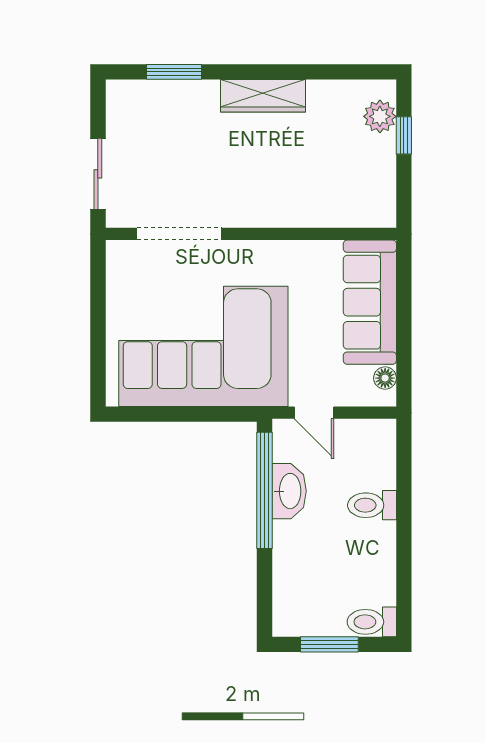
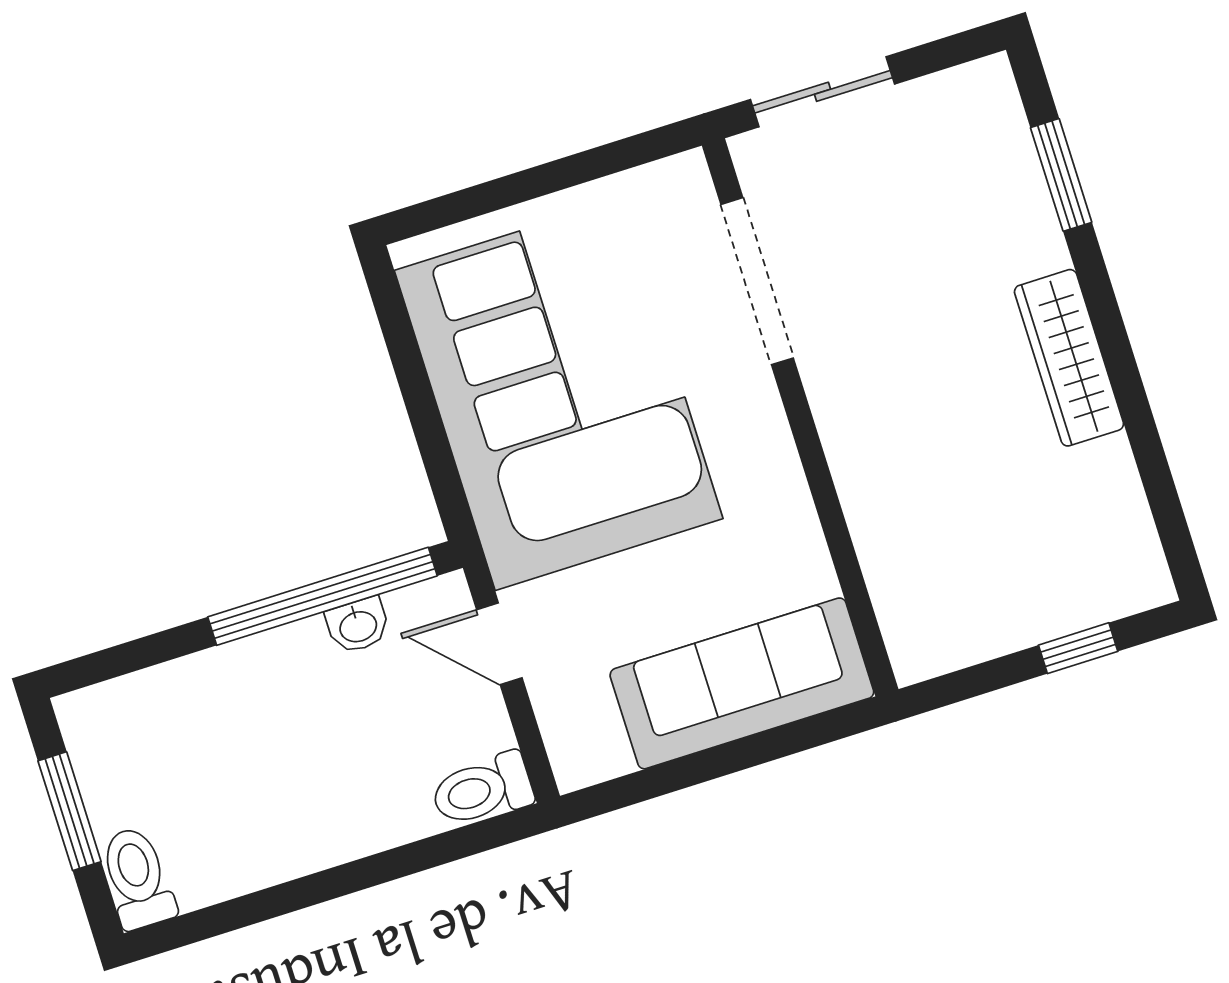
plant: (380, 116) -> (1100, 591), removed
floor lamp: (385, 378) -> (607, 757), removed
door: (314, 413) -> (499, 644), hinge flipped
washbasin: (289, 491) -> (358, 625), width x0.52, depth x0.69
toilet: (372, 505) -> (482, 790), moved, turned -90

